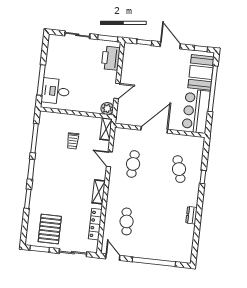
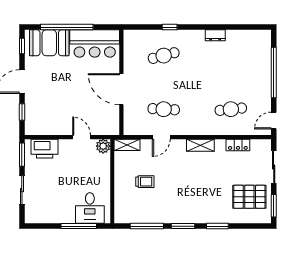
locker: (95, 224) -> (238, 145), width x0.66

